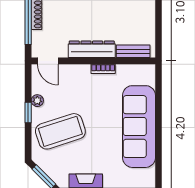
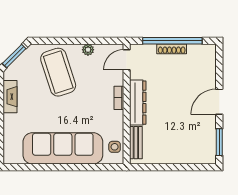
bookcase: (103, 69) -> (119, 98), moved
side table: (137, 73) -> (115, 147), added
window: (28, 113) -> (76, 41), removed

